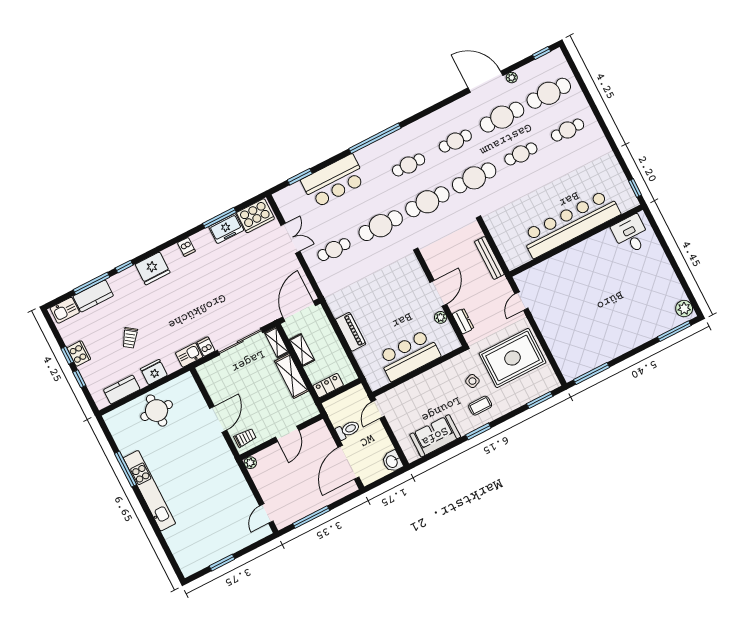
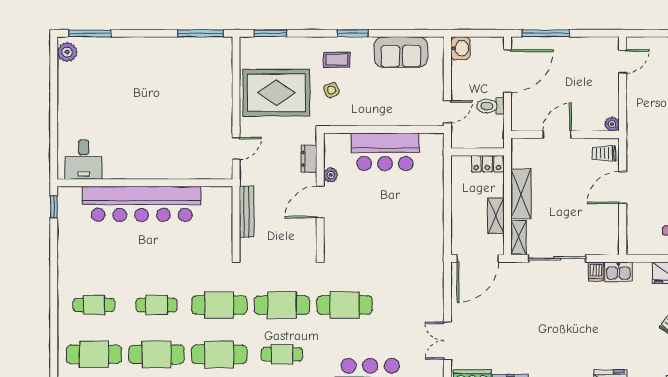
cafe table: (455, 141) -> (219, 354), width x1.37, depth x1.35
cafe table: (334, 250) -> (407, 305), removed
piano: (351, 332) -> (434, 209), removed
window: (311, 517) -> (546, 33), moved

